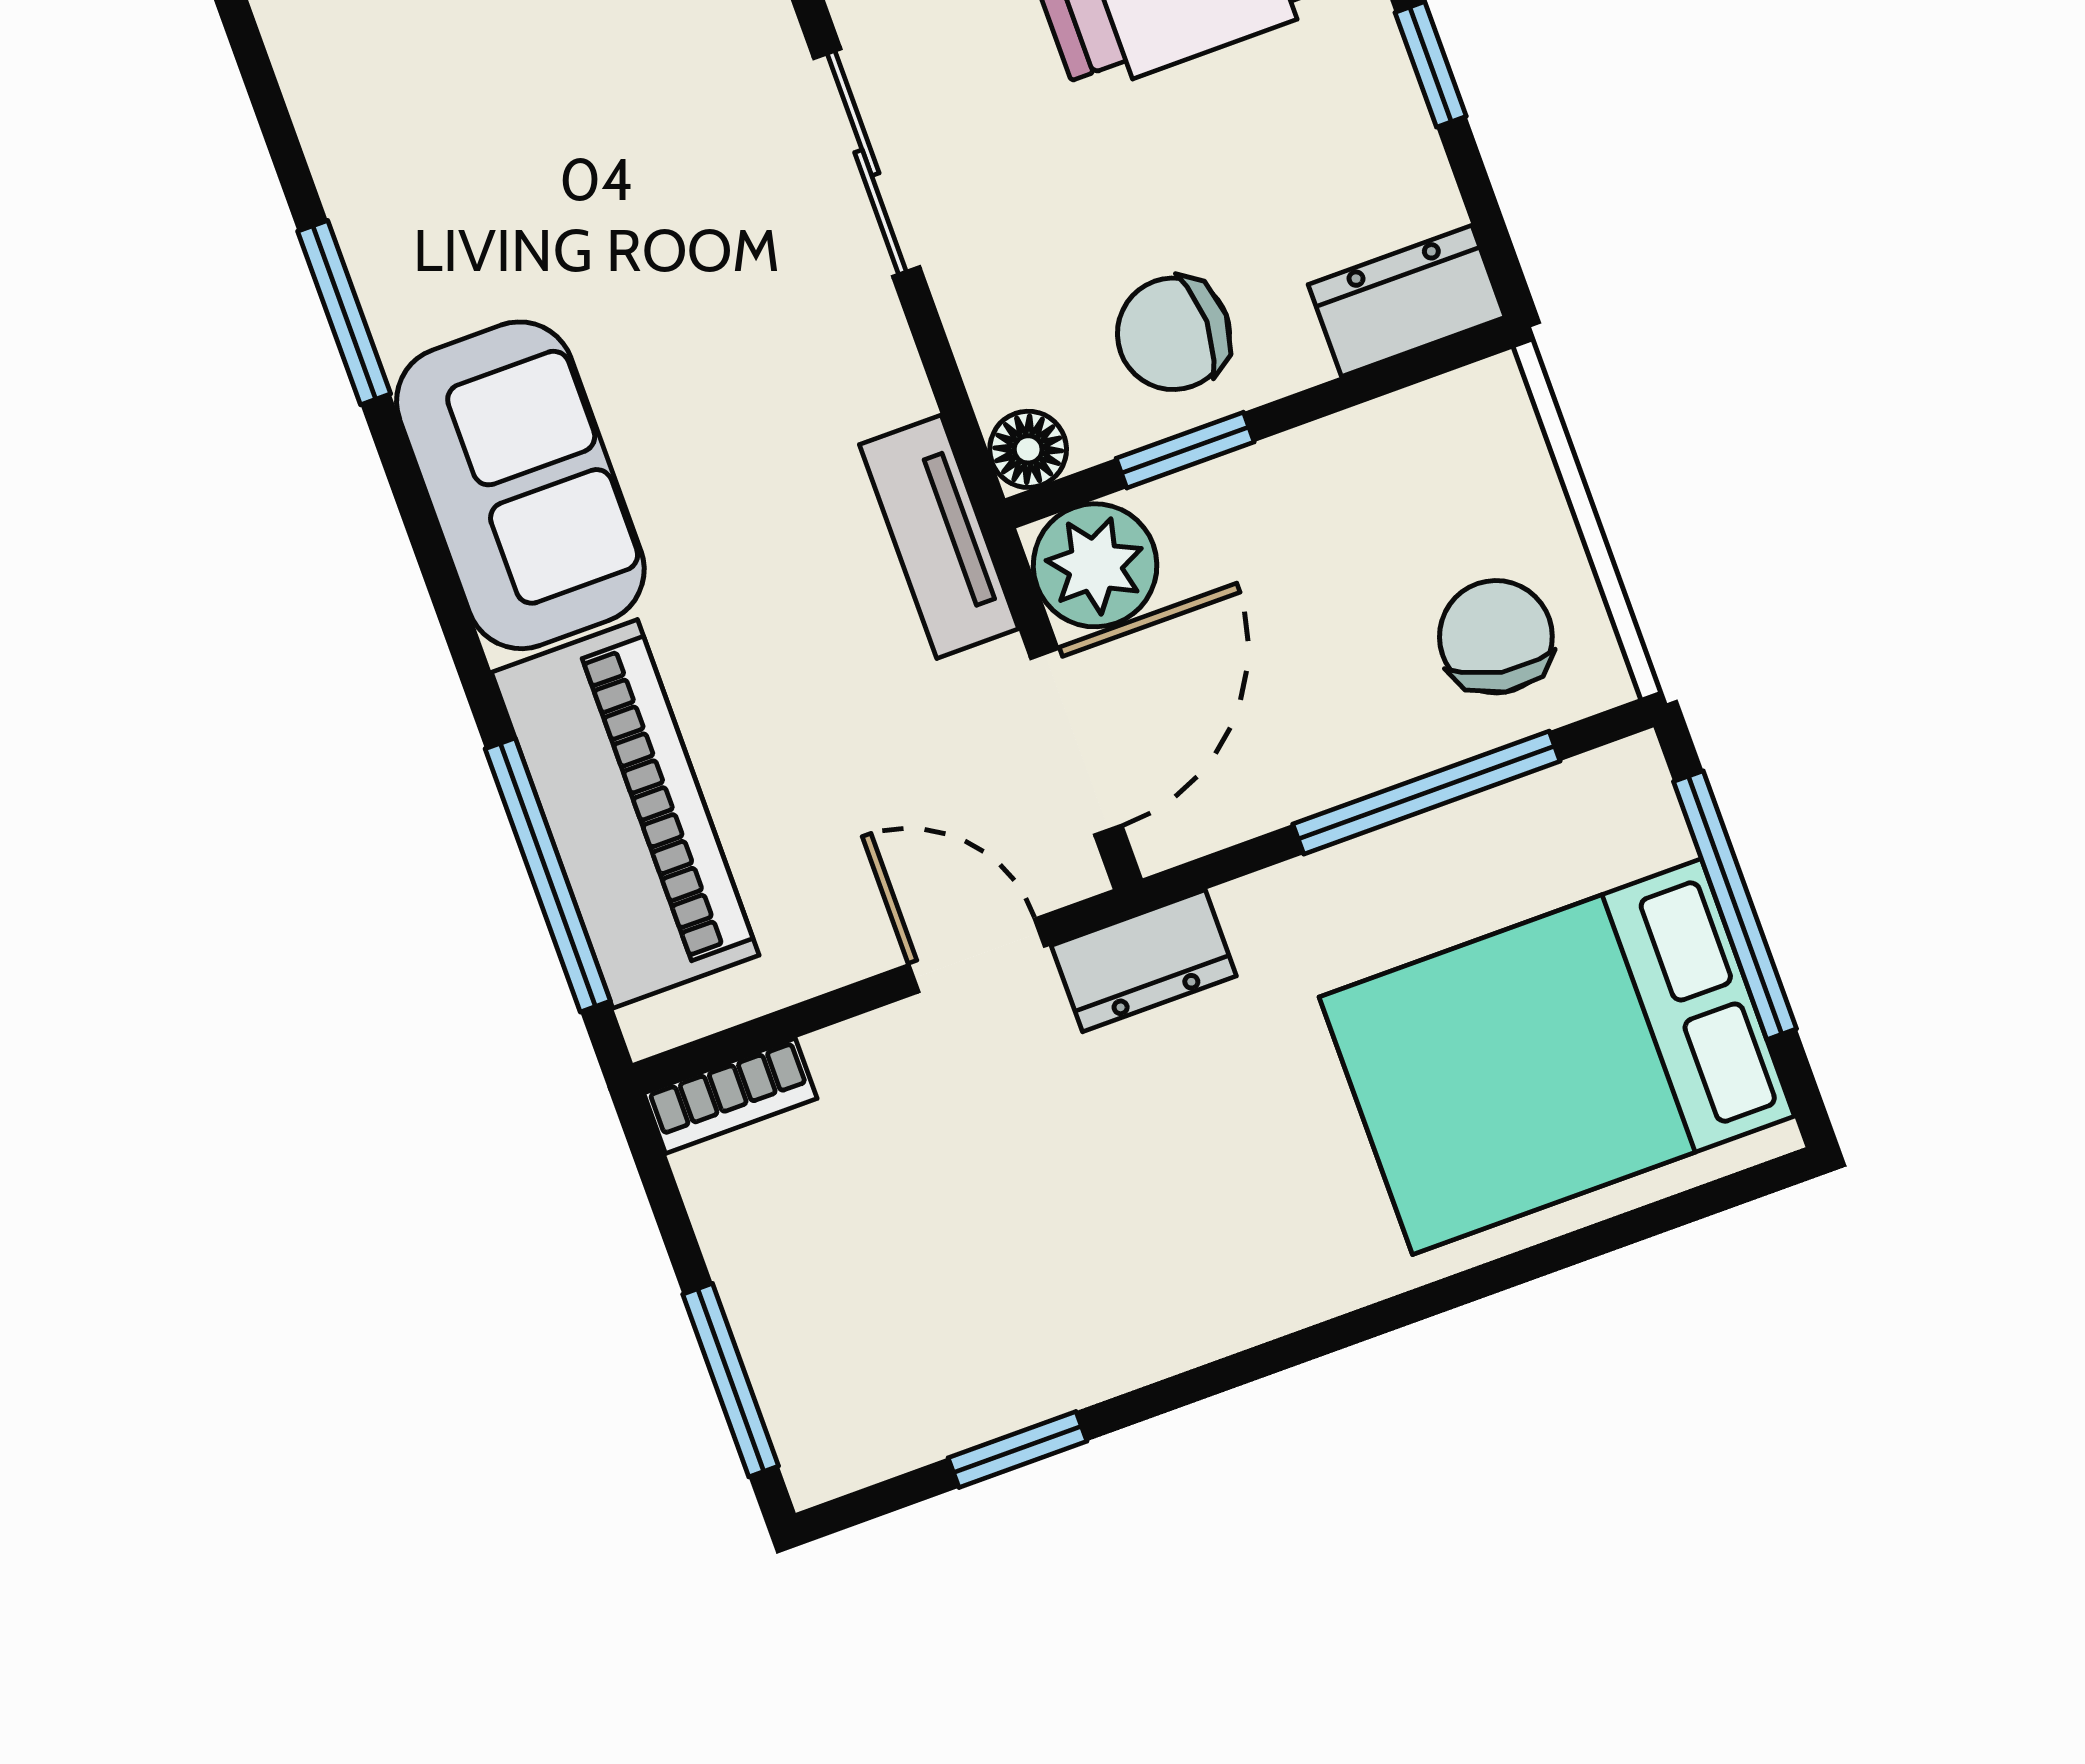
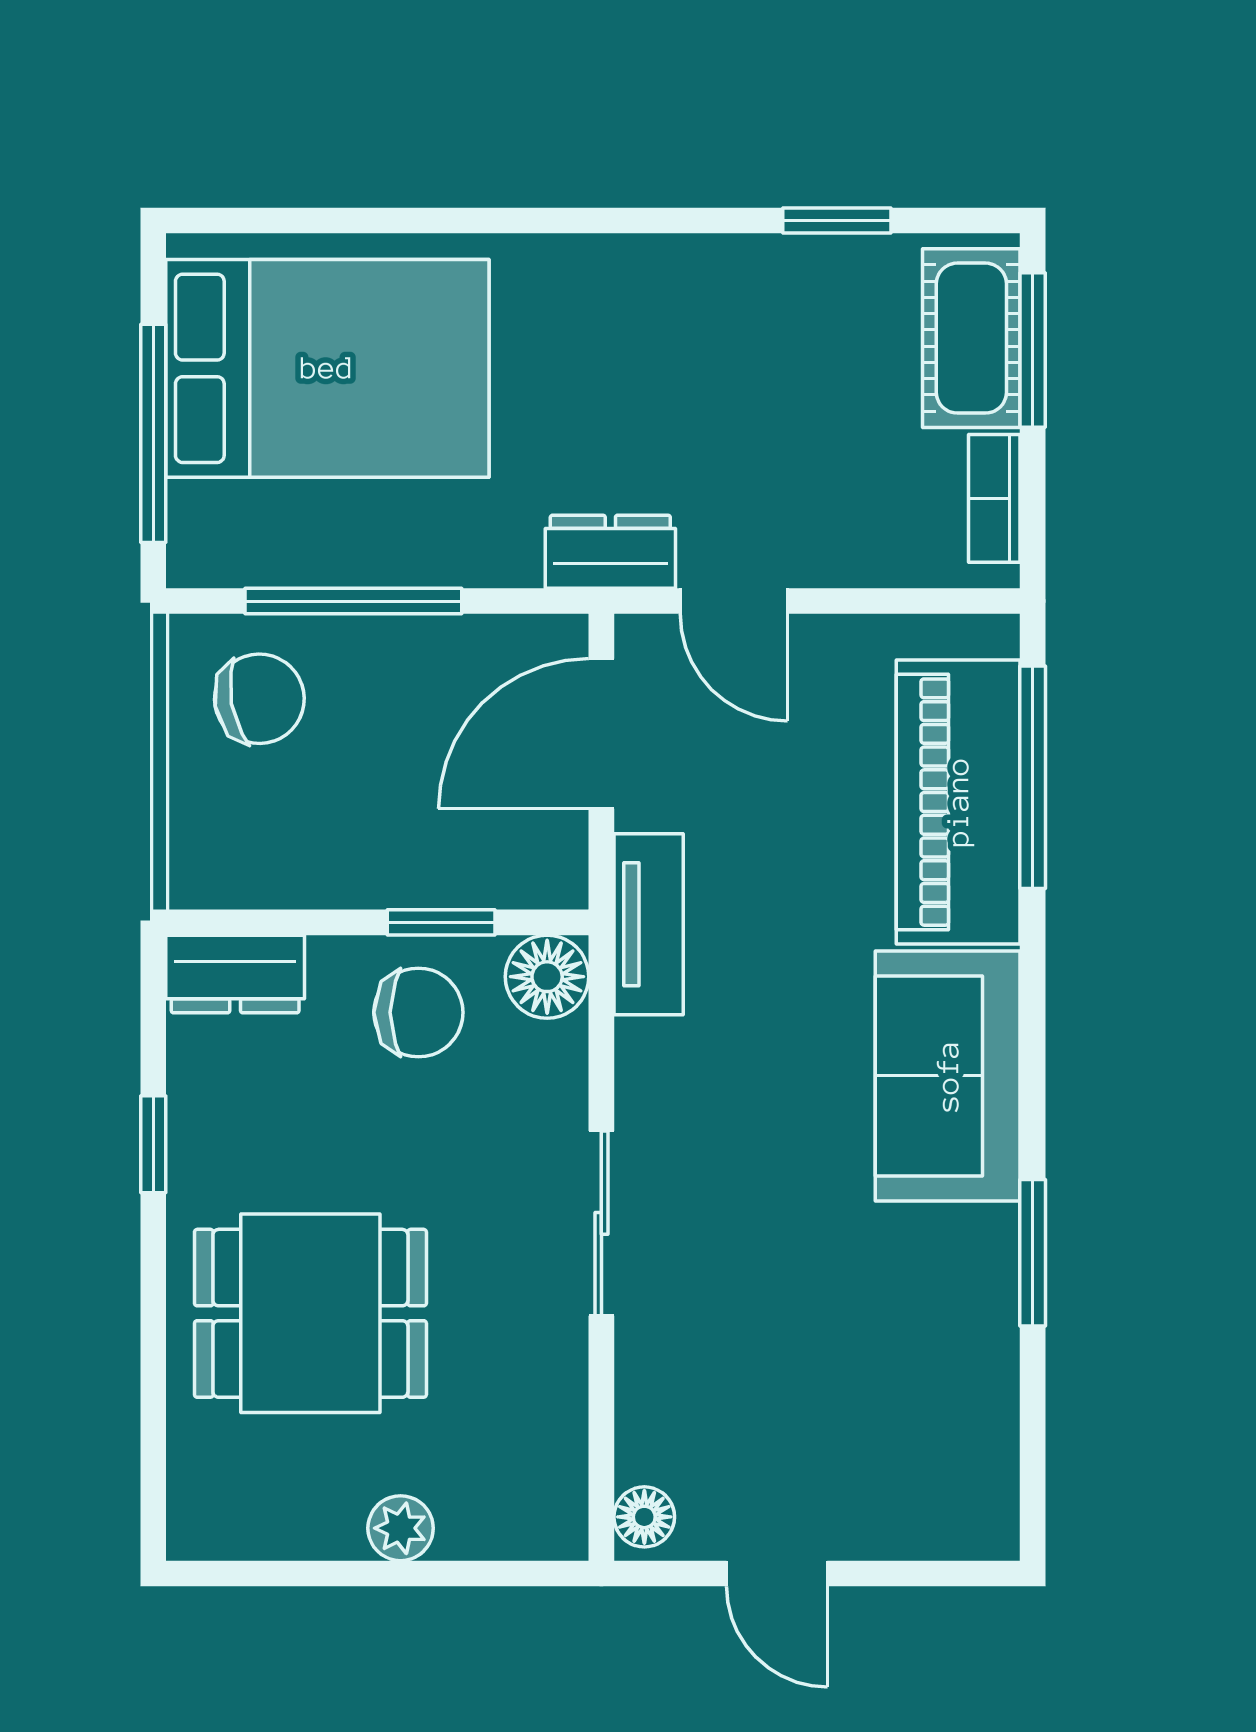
floor lamp: (1028, 449) -> (547, 977), width x1.37, depth x1.37
plant: (1095, 565) -> (540, 861), removed
chair: (1496, 637) -> (259, 699), turned -110
bookcase: (730, 1096) -> (994, 498), moved, turned -90
cot: (808, 1368) -> (971, 338), added

